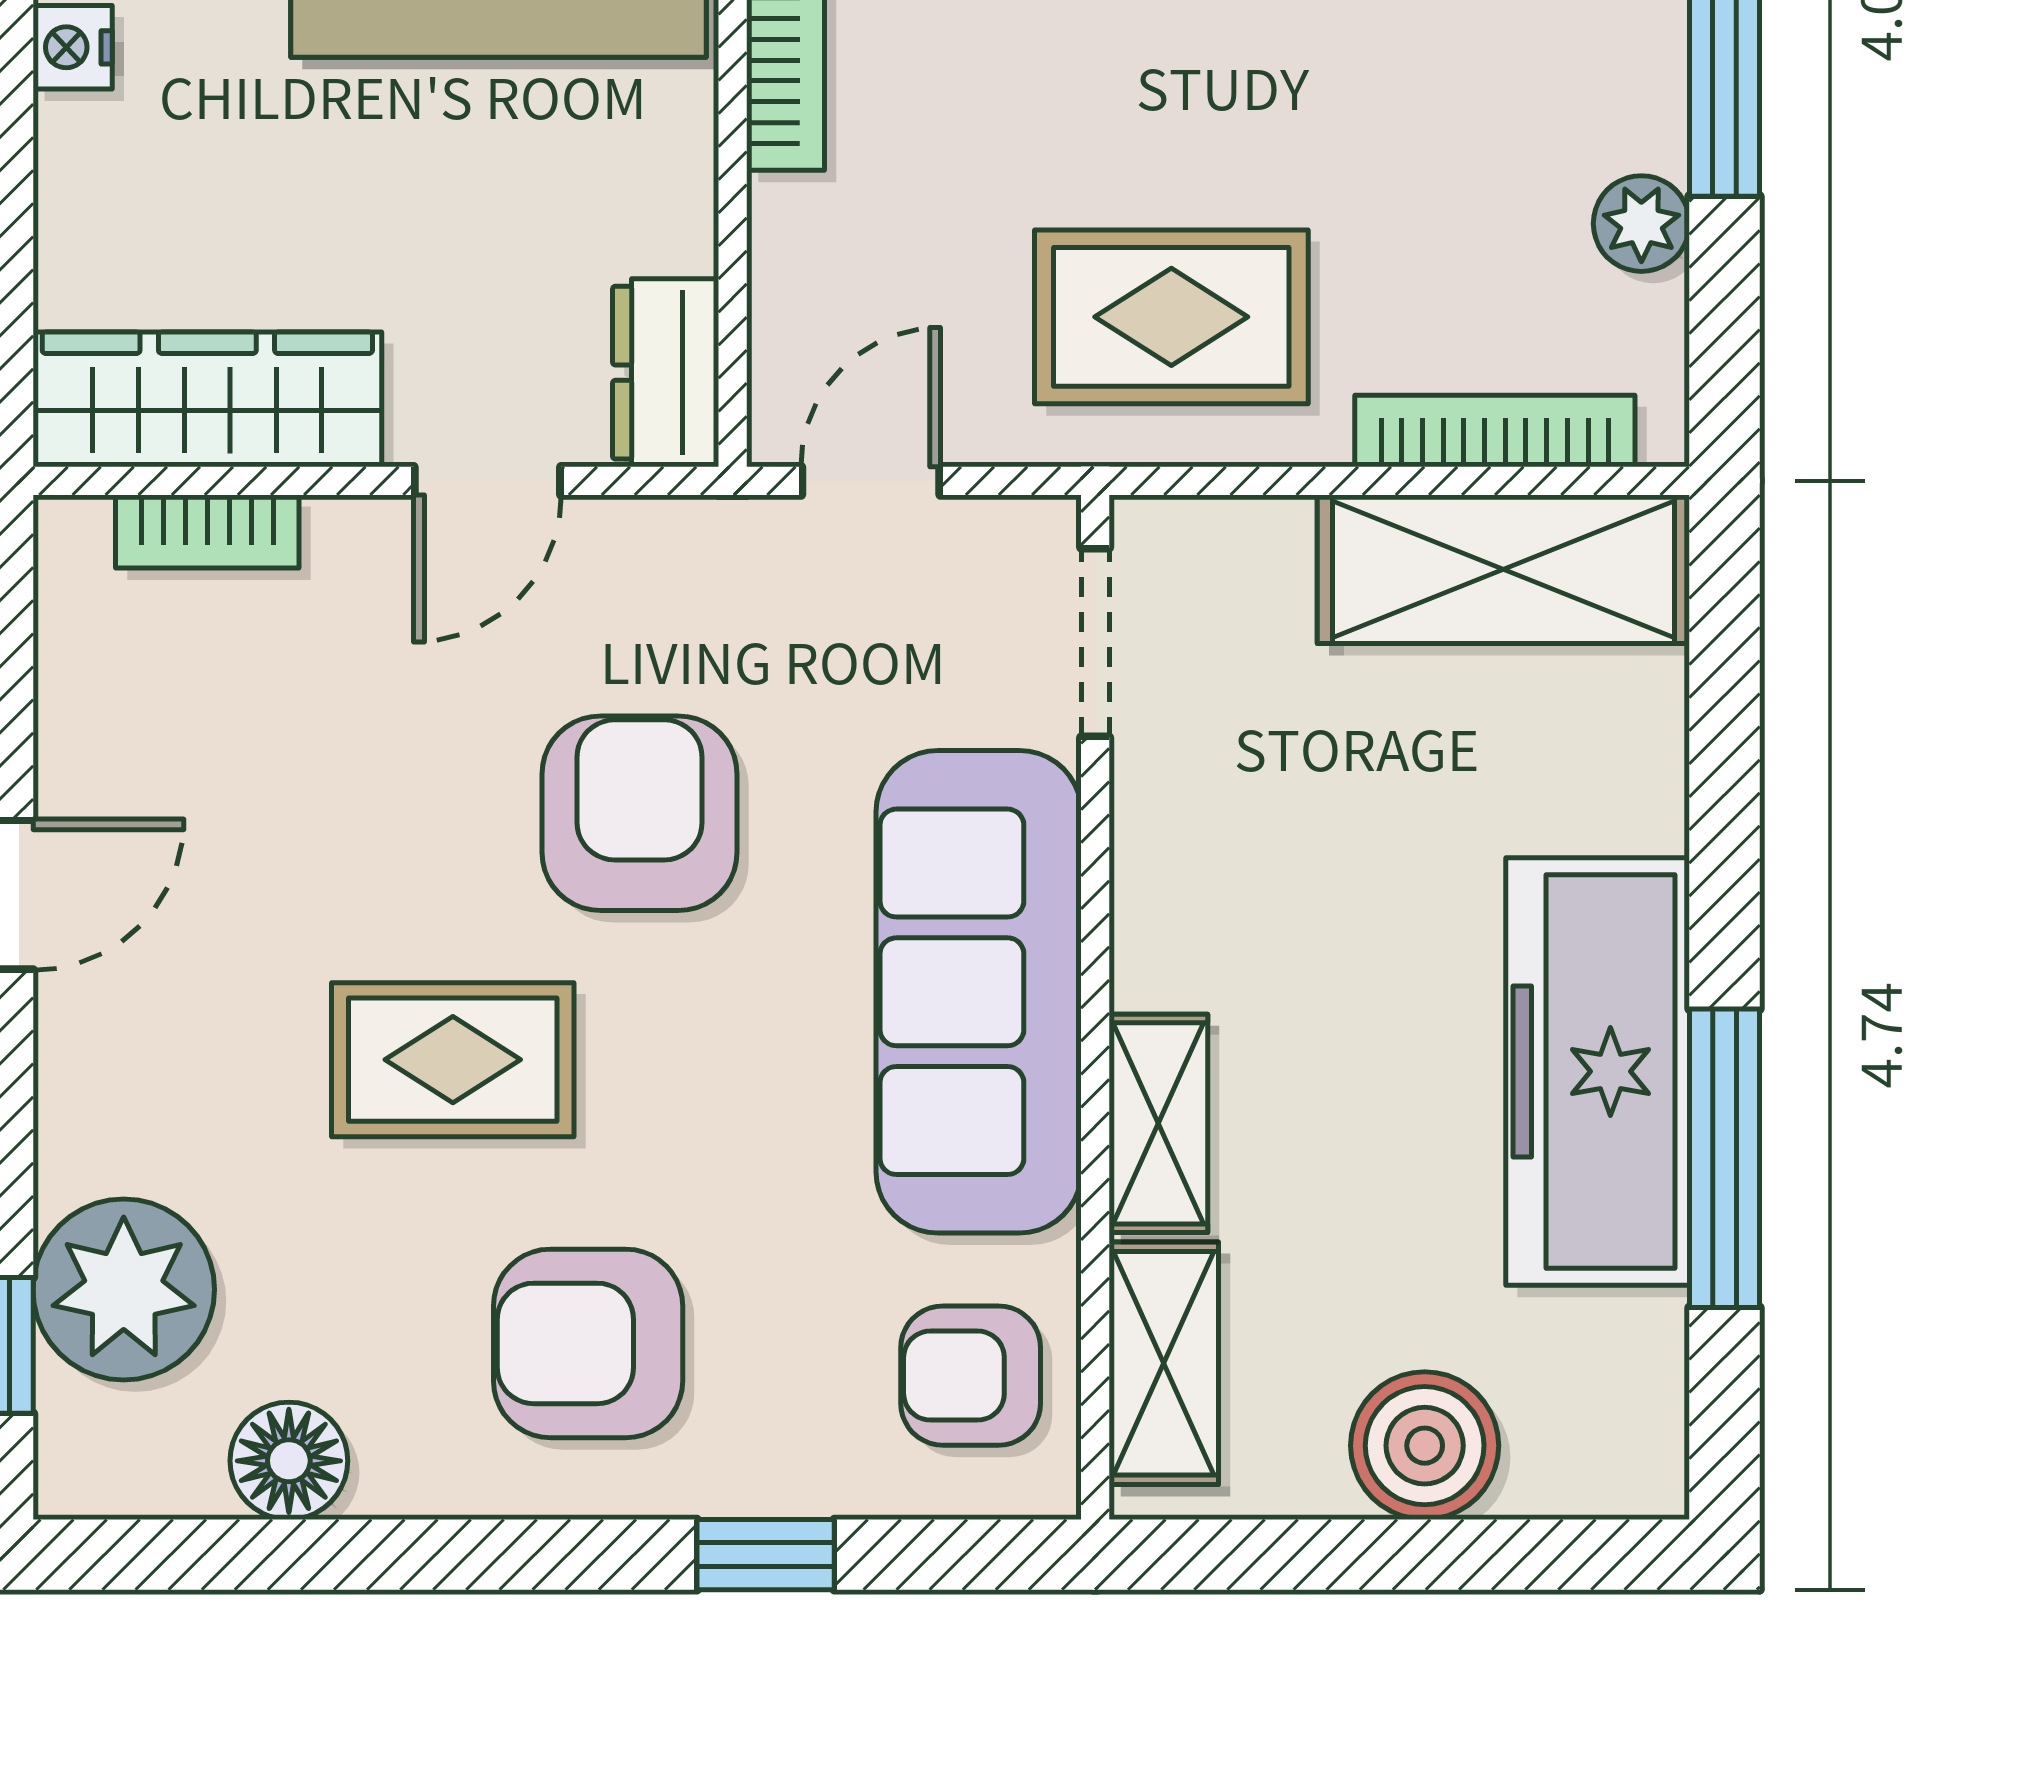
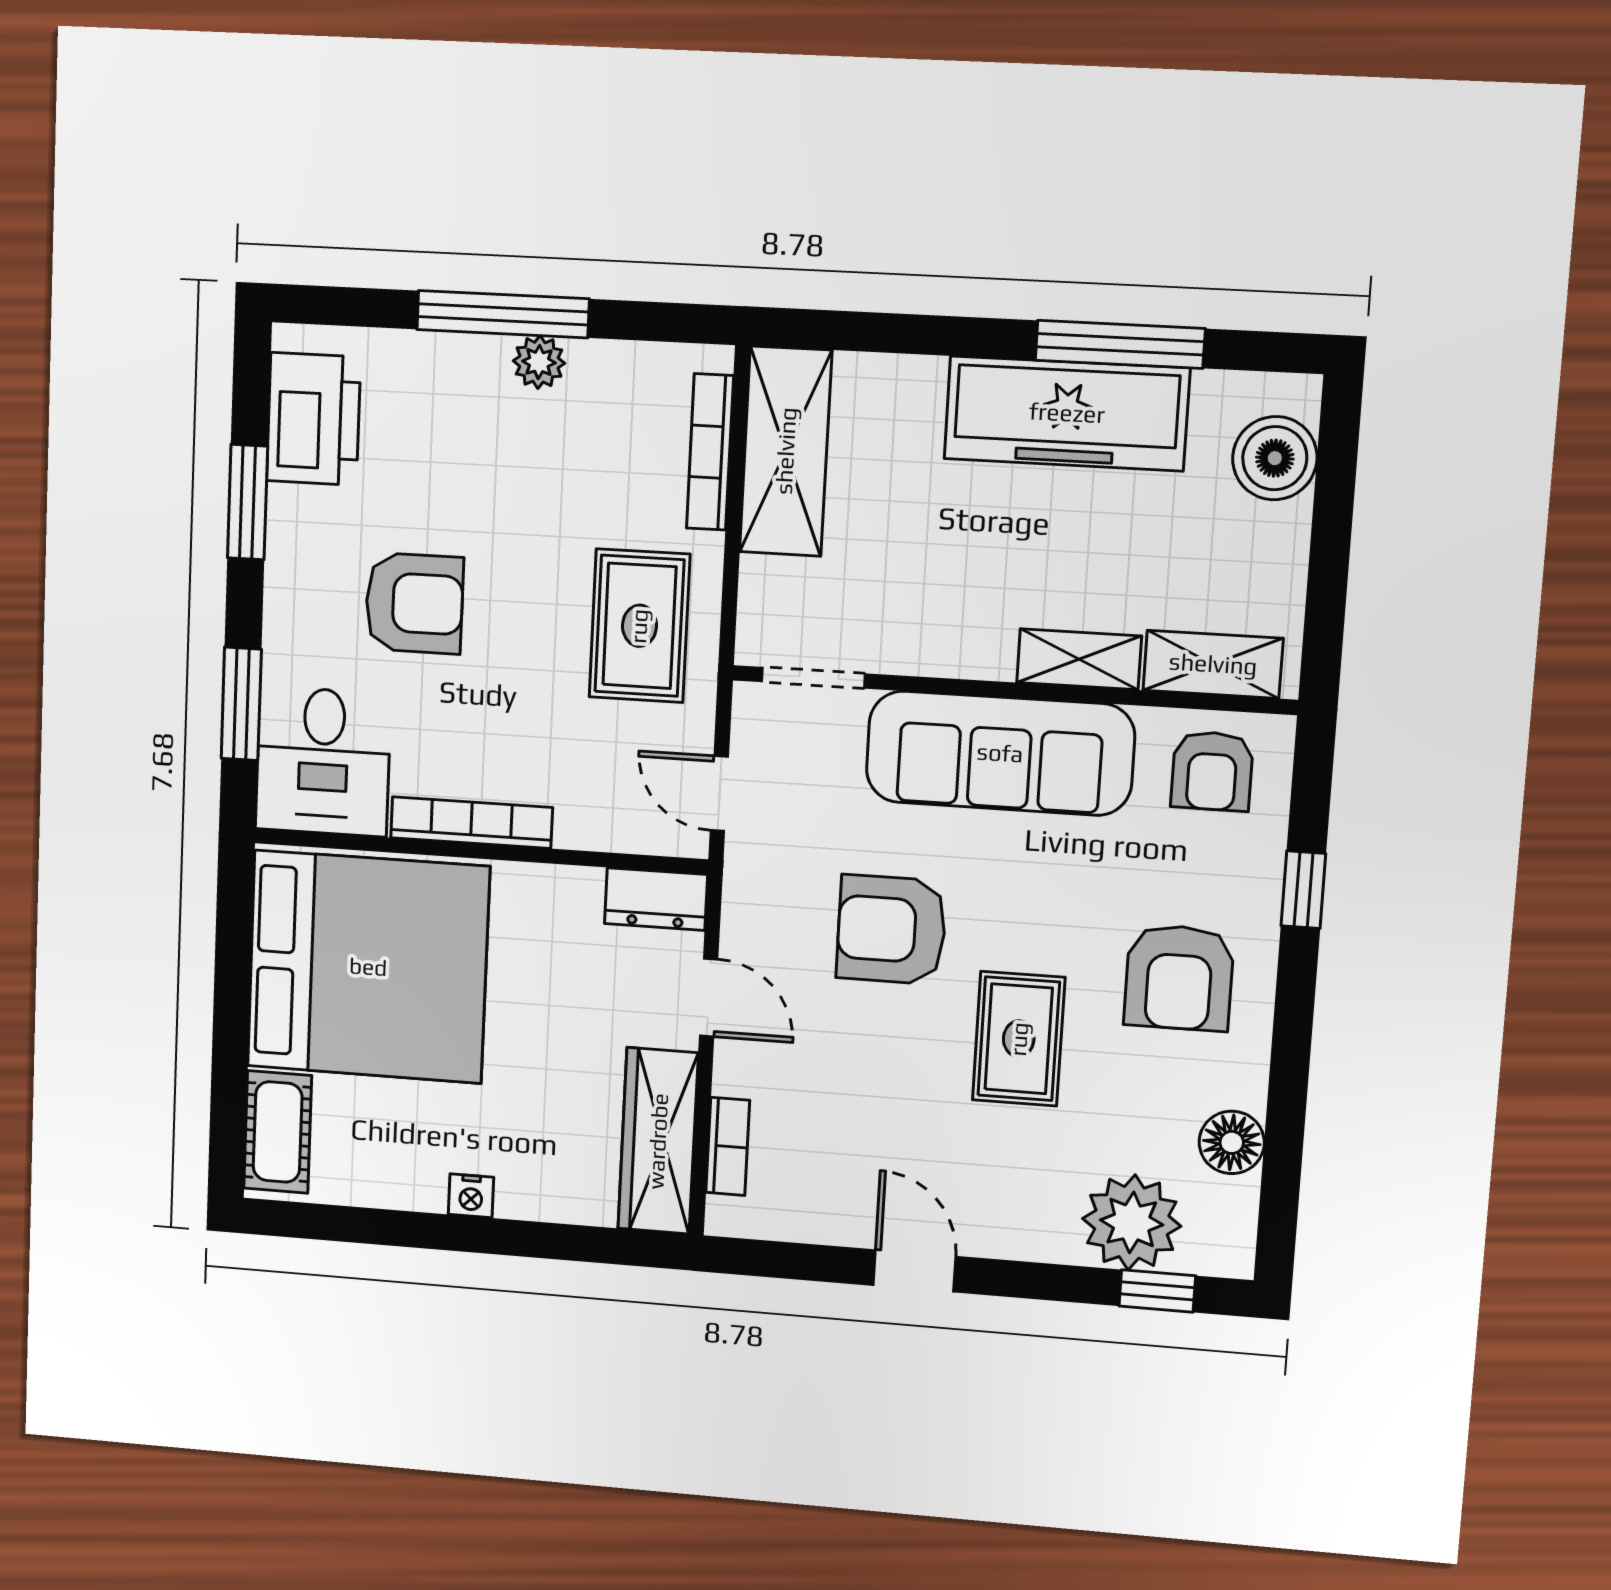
plant: (1641, 224) -> (539, 362), moved
boiler: (1425, 1446) -> (1275, 458), moved

